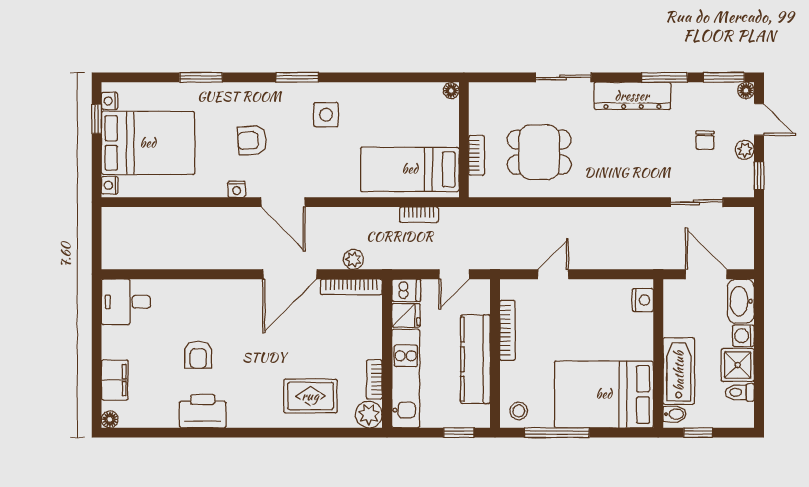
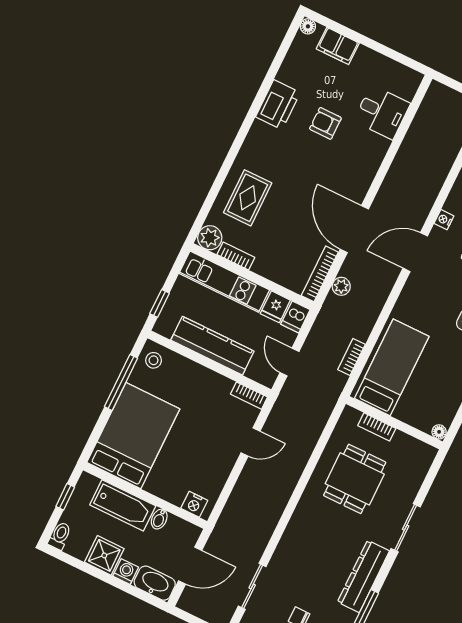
door: (553, 274) -> (250, 442), hinge flipped
desk: (126, 302) -> (382, 112), moved, turned 90
bookcase: (508, 330) -> (249, 396), moved, width x0.64
toilet: (740, 392) -> (60, 536), moved
bidet: (675, 414) -> (159, 519), moved

